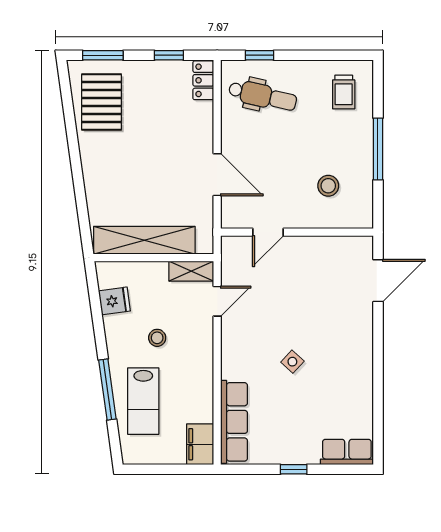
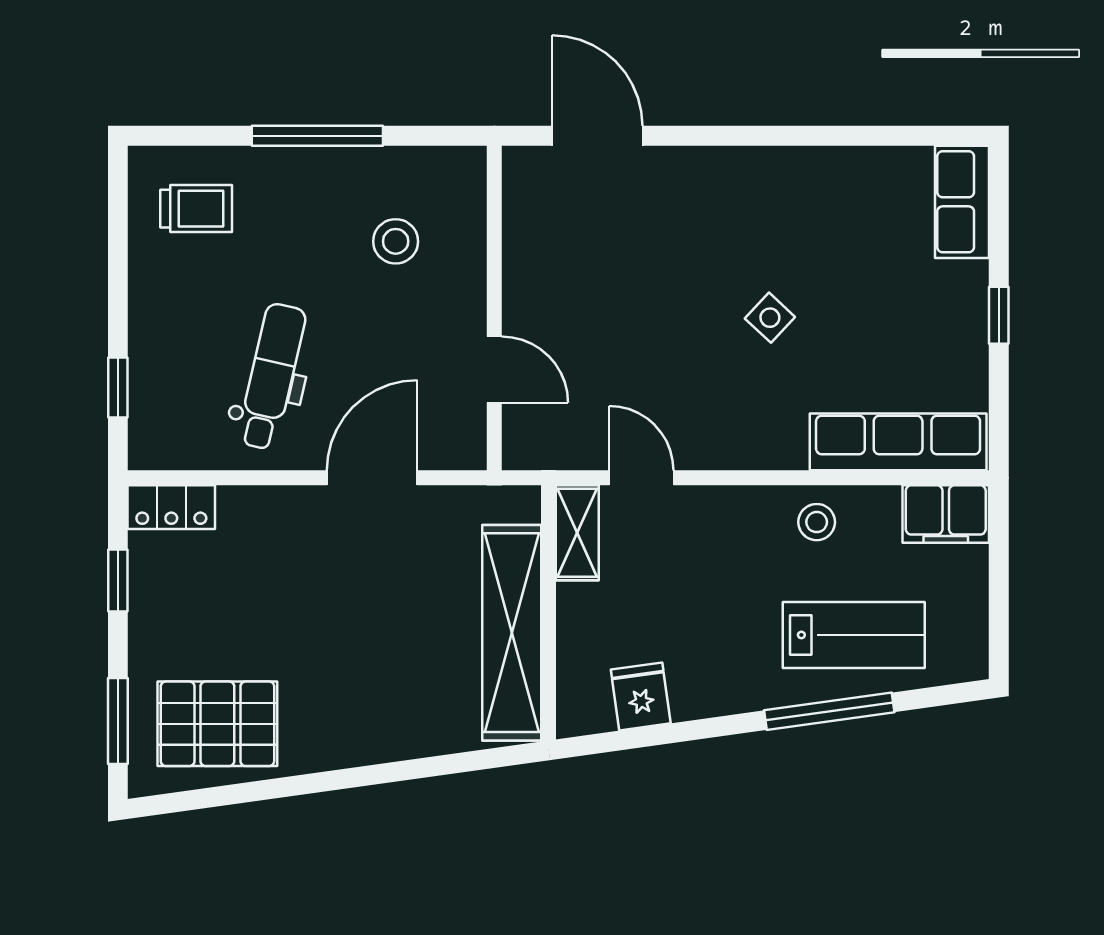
dental chair: (263, 96) -> (272, 376), moved
stool: (157, 338) -> (817, 522), moved

